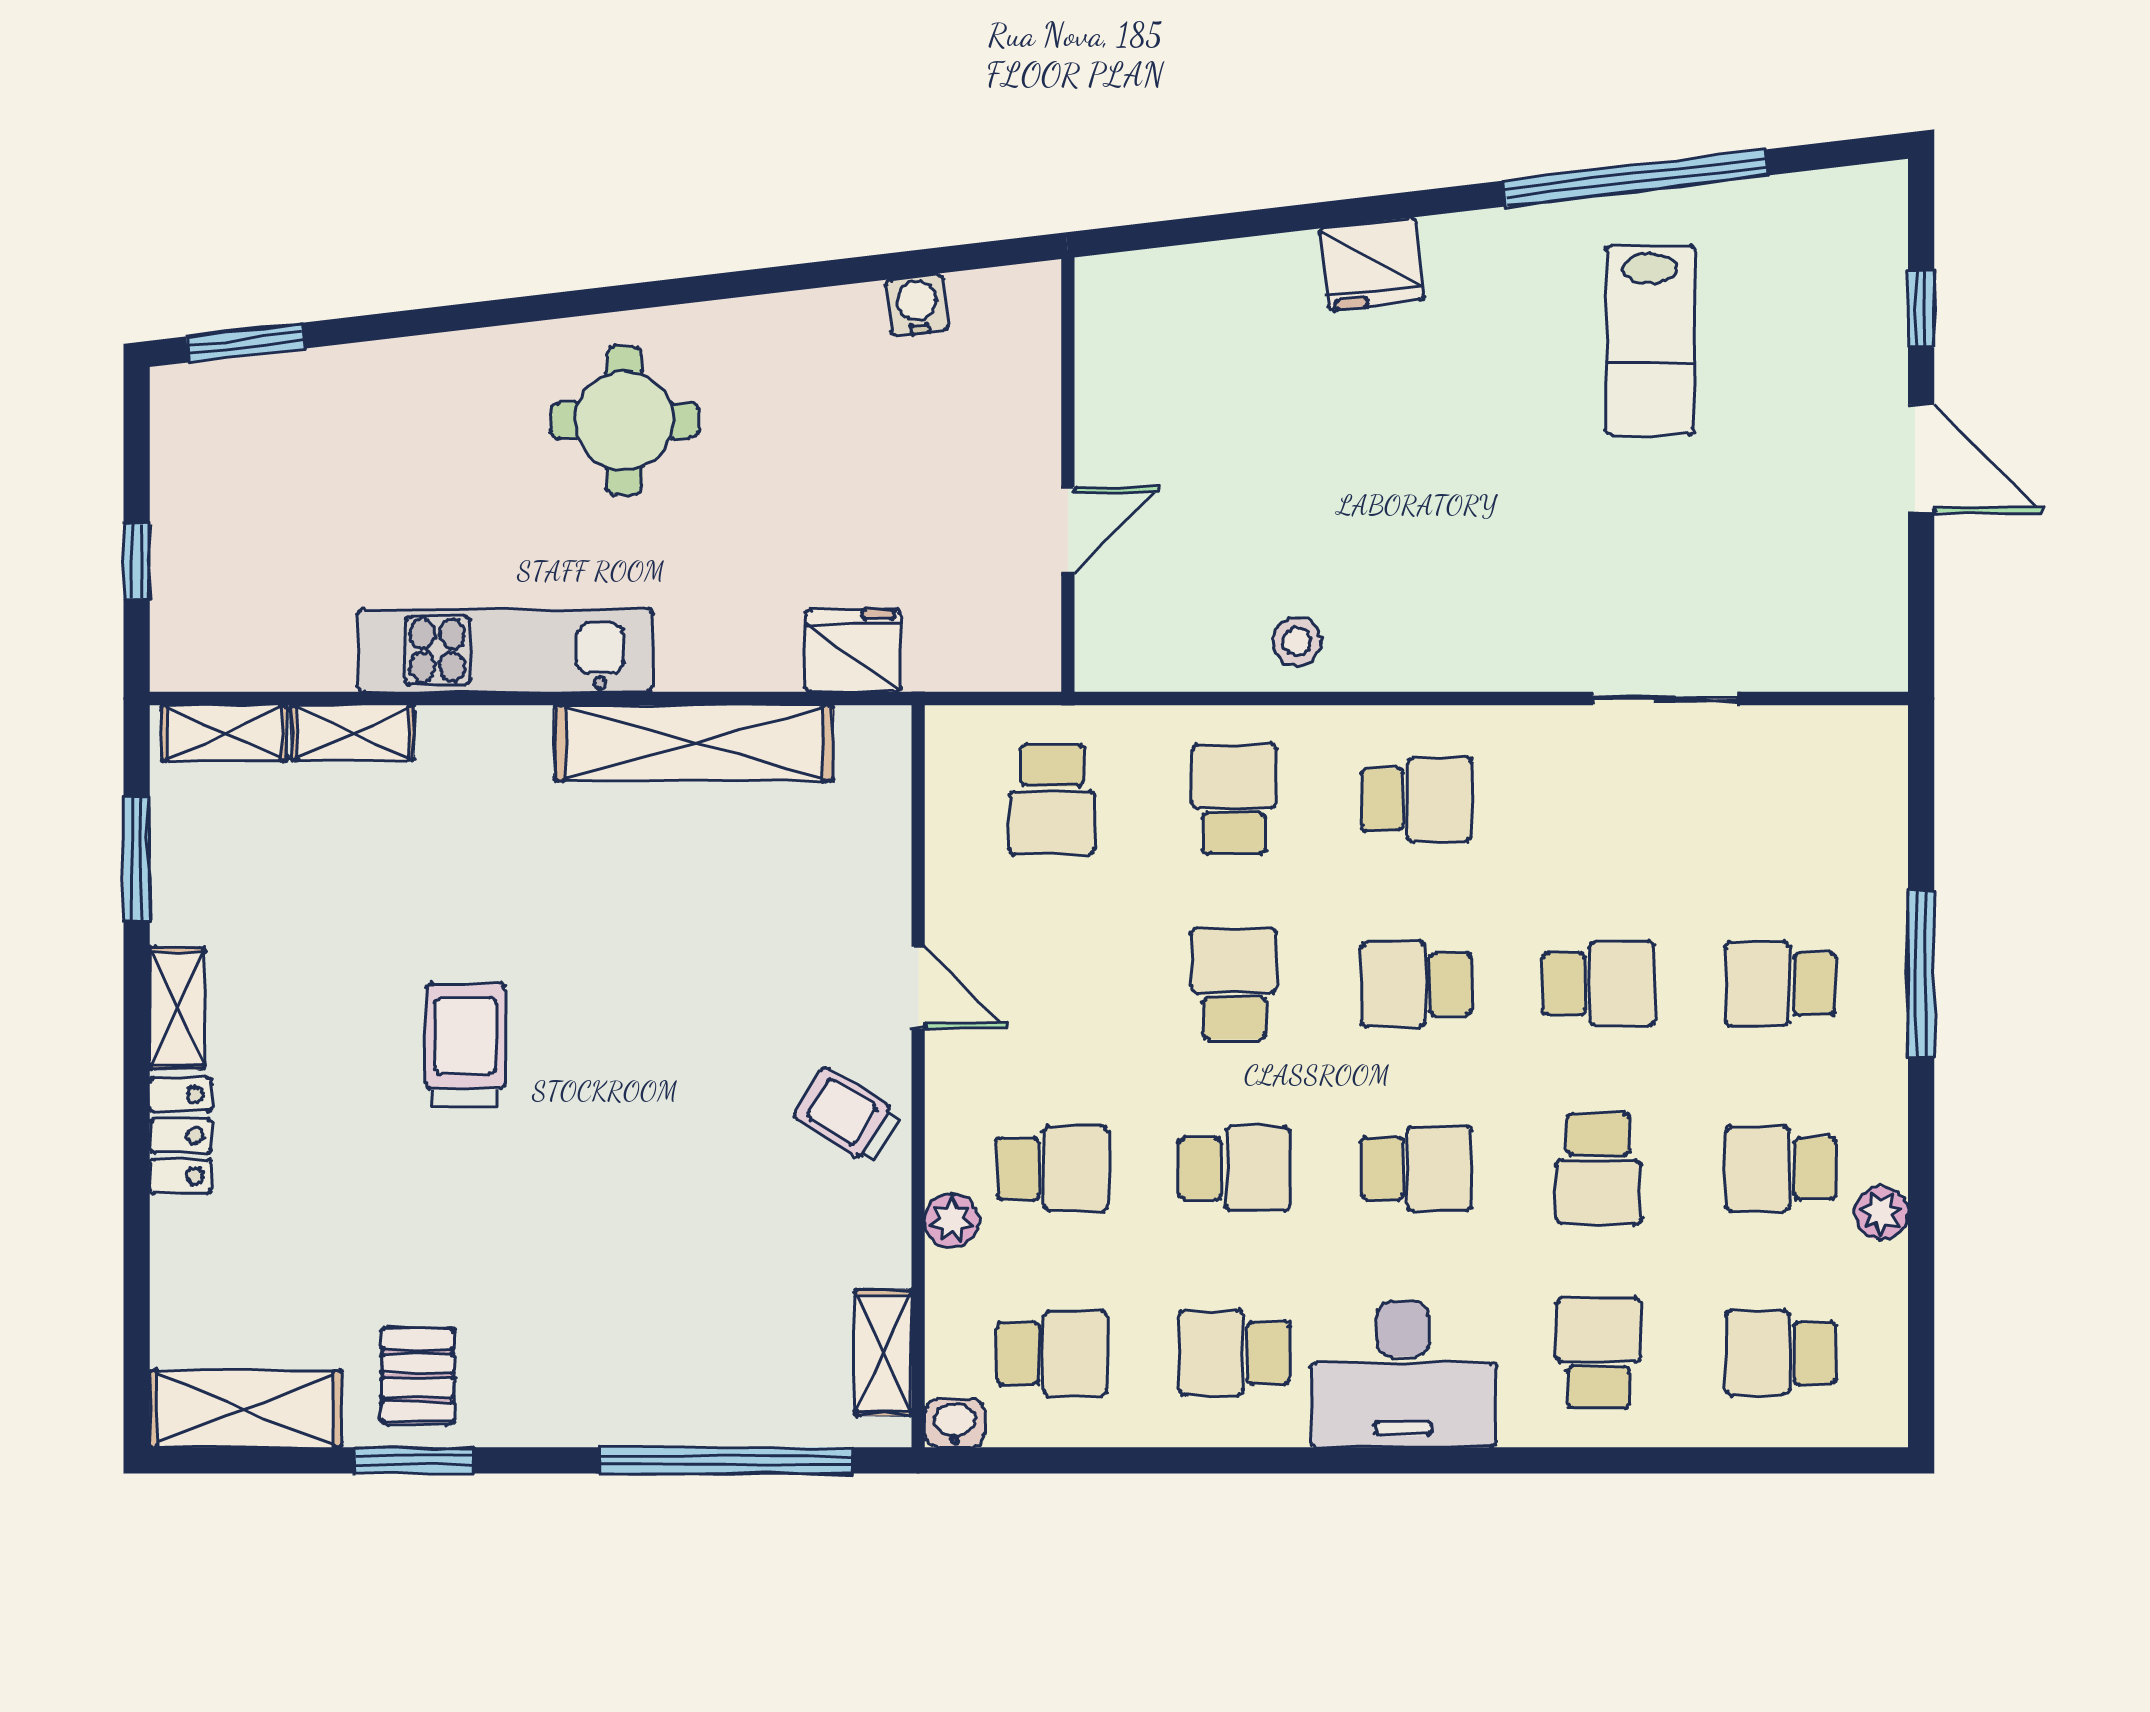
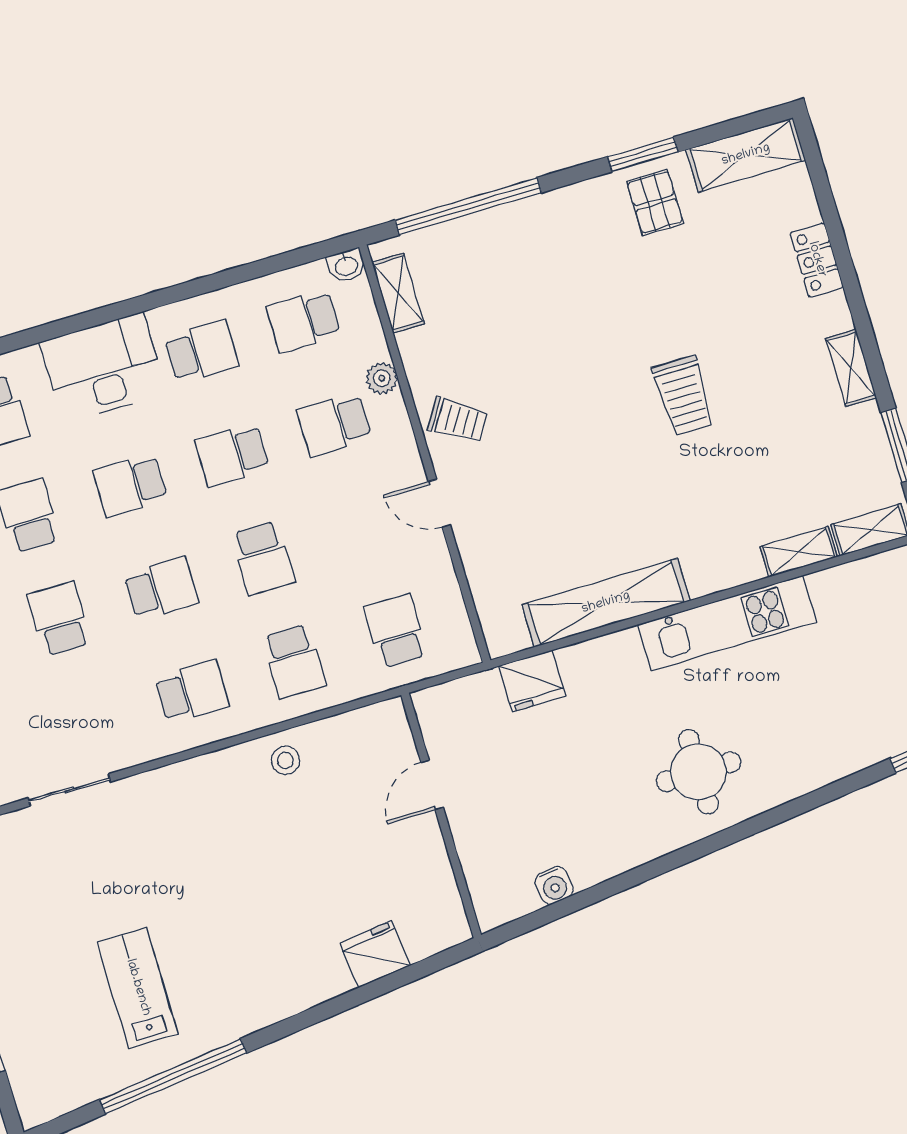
fridge: (1372, 264) -> (375, 954), moved
school desk: (1416, 800) -> (192, 692), turned 180
school desk: (1598, 984) -> (59, 619), turned 90
locker: (181, 1136) -> (817, 260), moved

